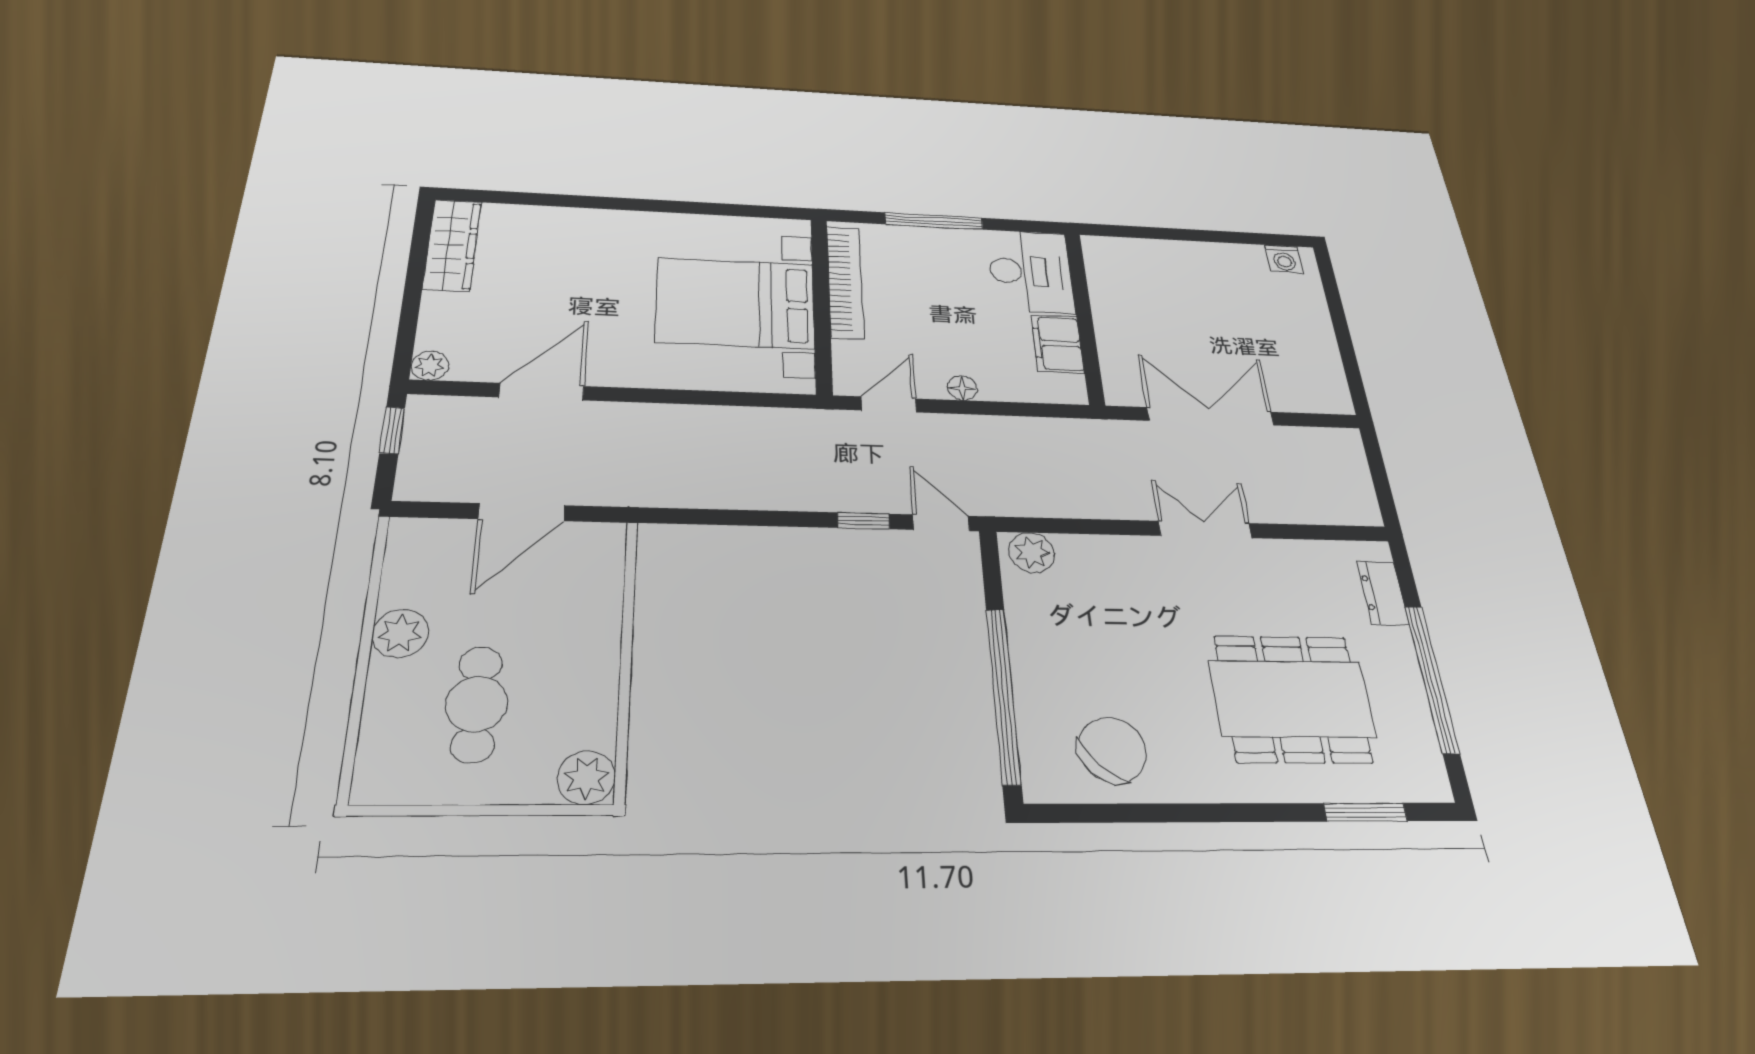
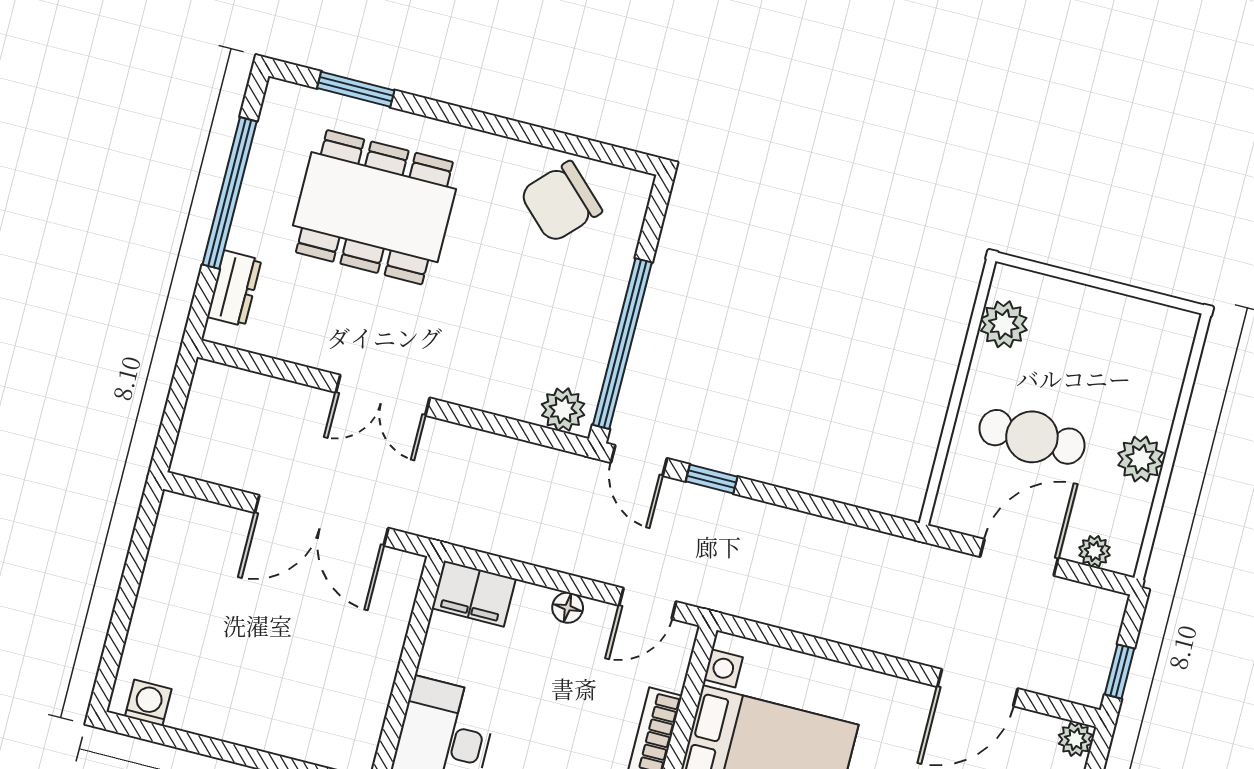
filing cabinet: (1058, 344) -> (474, 594), moved, turned 90
plant: (439, 533) -> (1095, 551), added
window: (1003, 695) -> (622, 344), moved
cafe table: (477, 704) -> (1032, 437), moved, turned 90
plant: (586, 778) -> (1004, 324), moved

